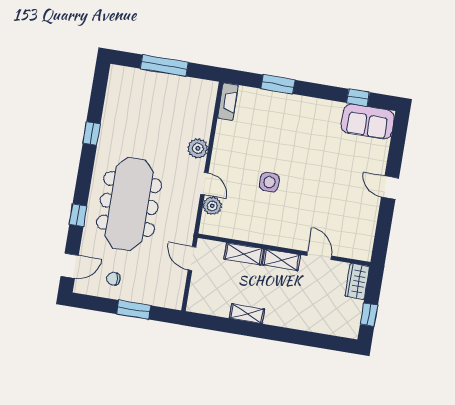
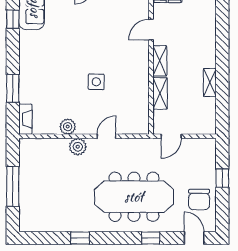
fireplace: (228, 101) -> (25, 119), moved, turned 90
plant: (212, 206) -> (68, 127), moved
chair: (113, 279) -> (199, 200), width x1.87, depth x1.87
window: (134, 310) -> (222, 178), width x0.67

